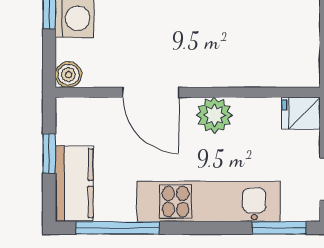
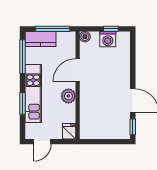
window: (49, 154) -> (53, 29), width x2.17
window: (279, 228) -> (23, 103), moved

